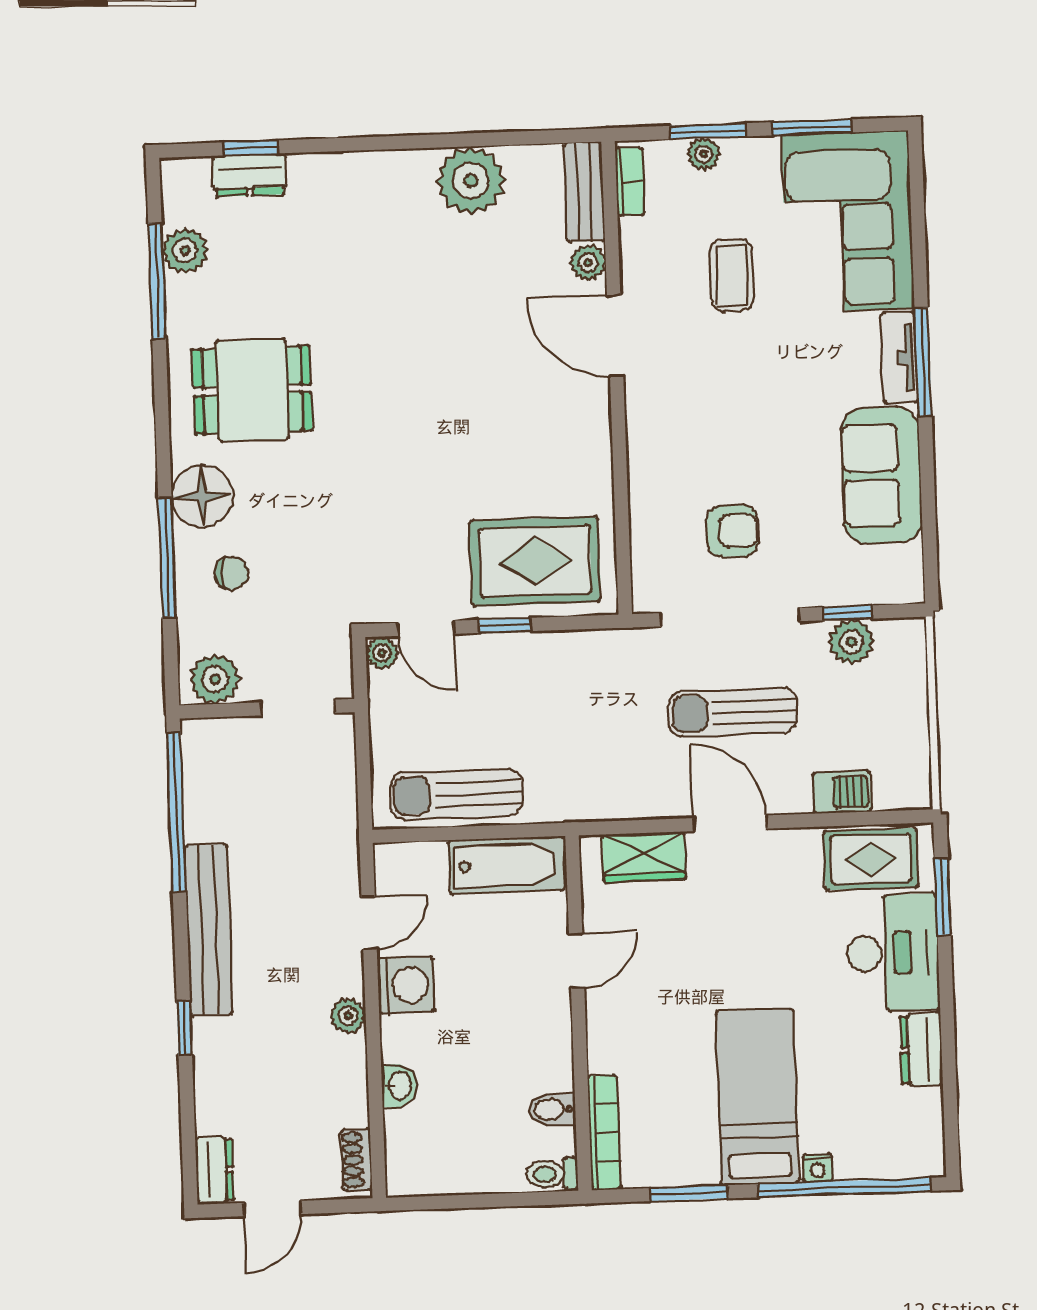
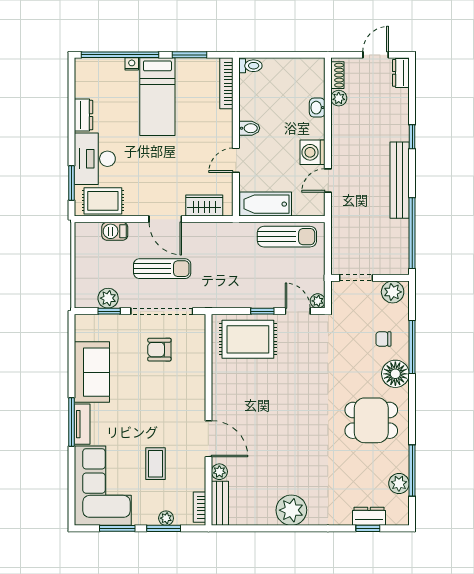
plant: (471, 181) -> (291, 510), moved
plant: (348, 1016) -> (339, 98), moved
bidet: (552, 1110) -> (249, 128), moved

